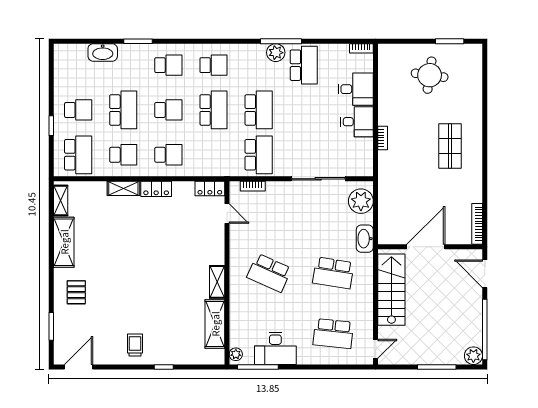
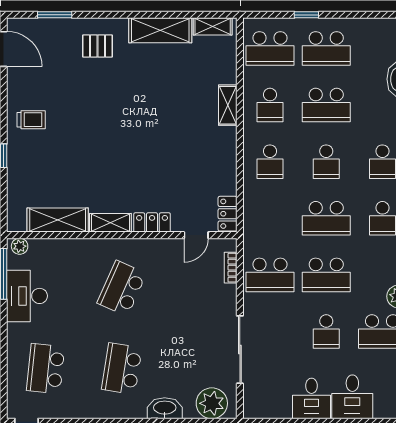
school desk: (78, 110) -> (326, 48), width x1.85
school desk: (304, 110) -> (326, 331), added
locker: (156, 189) -> (152, 222), moved, turned 90

